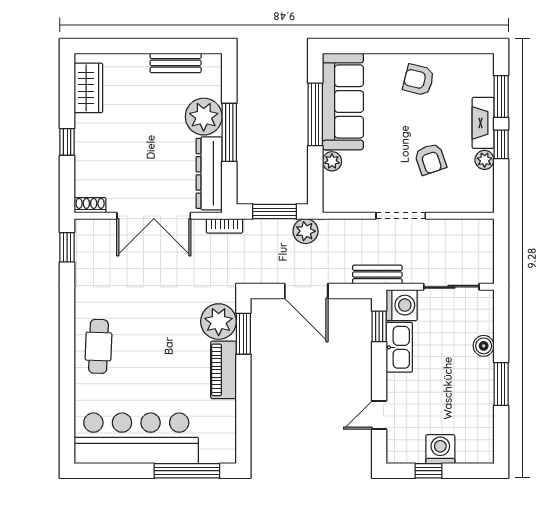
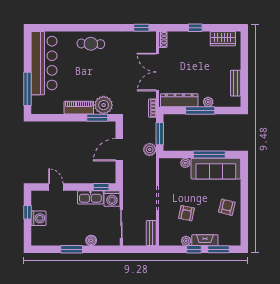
plant: (204, 117) -> (208, 102), width x0.53, depth x0.53
armchair: (430, 159) -> (186, 213), turned -60
bench: (377, 274) -> (151, 233), moved

